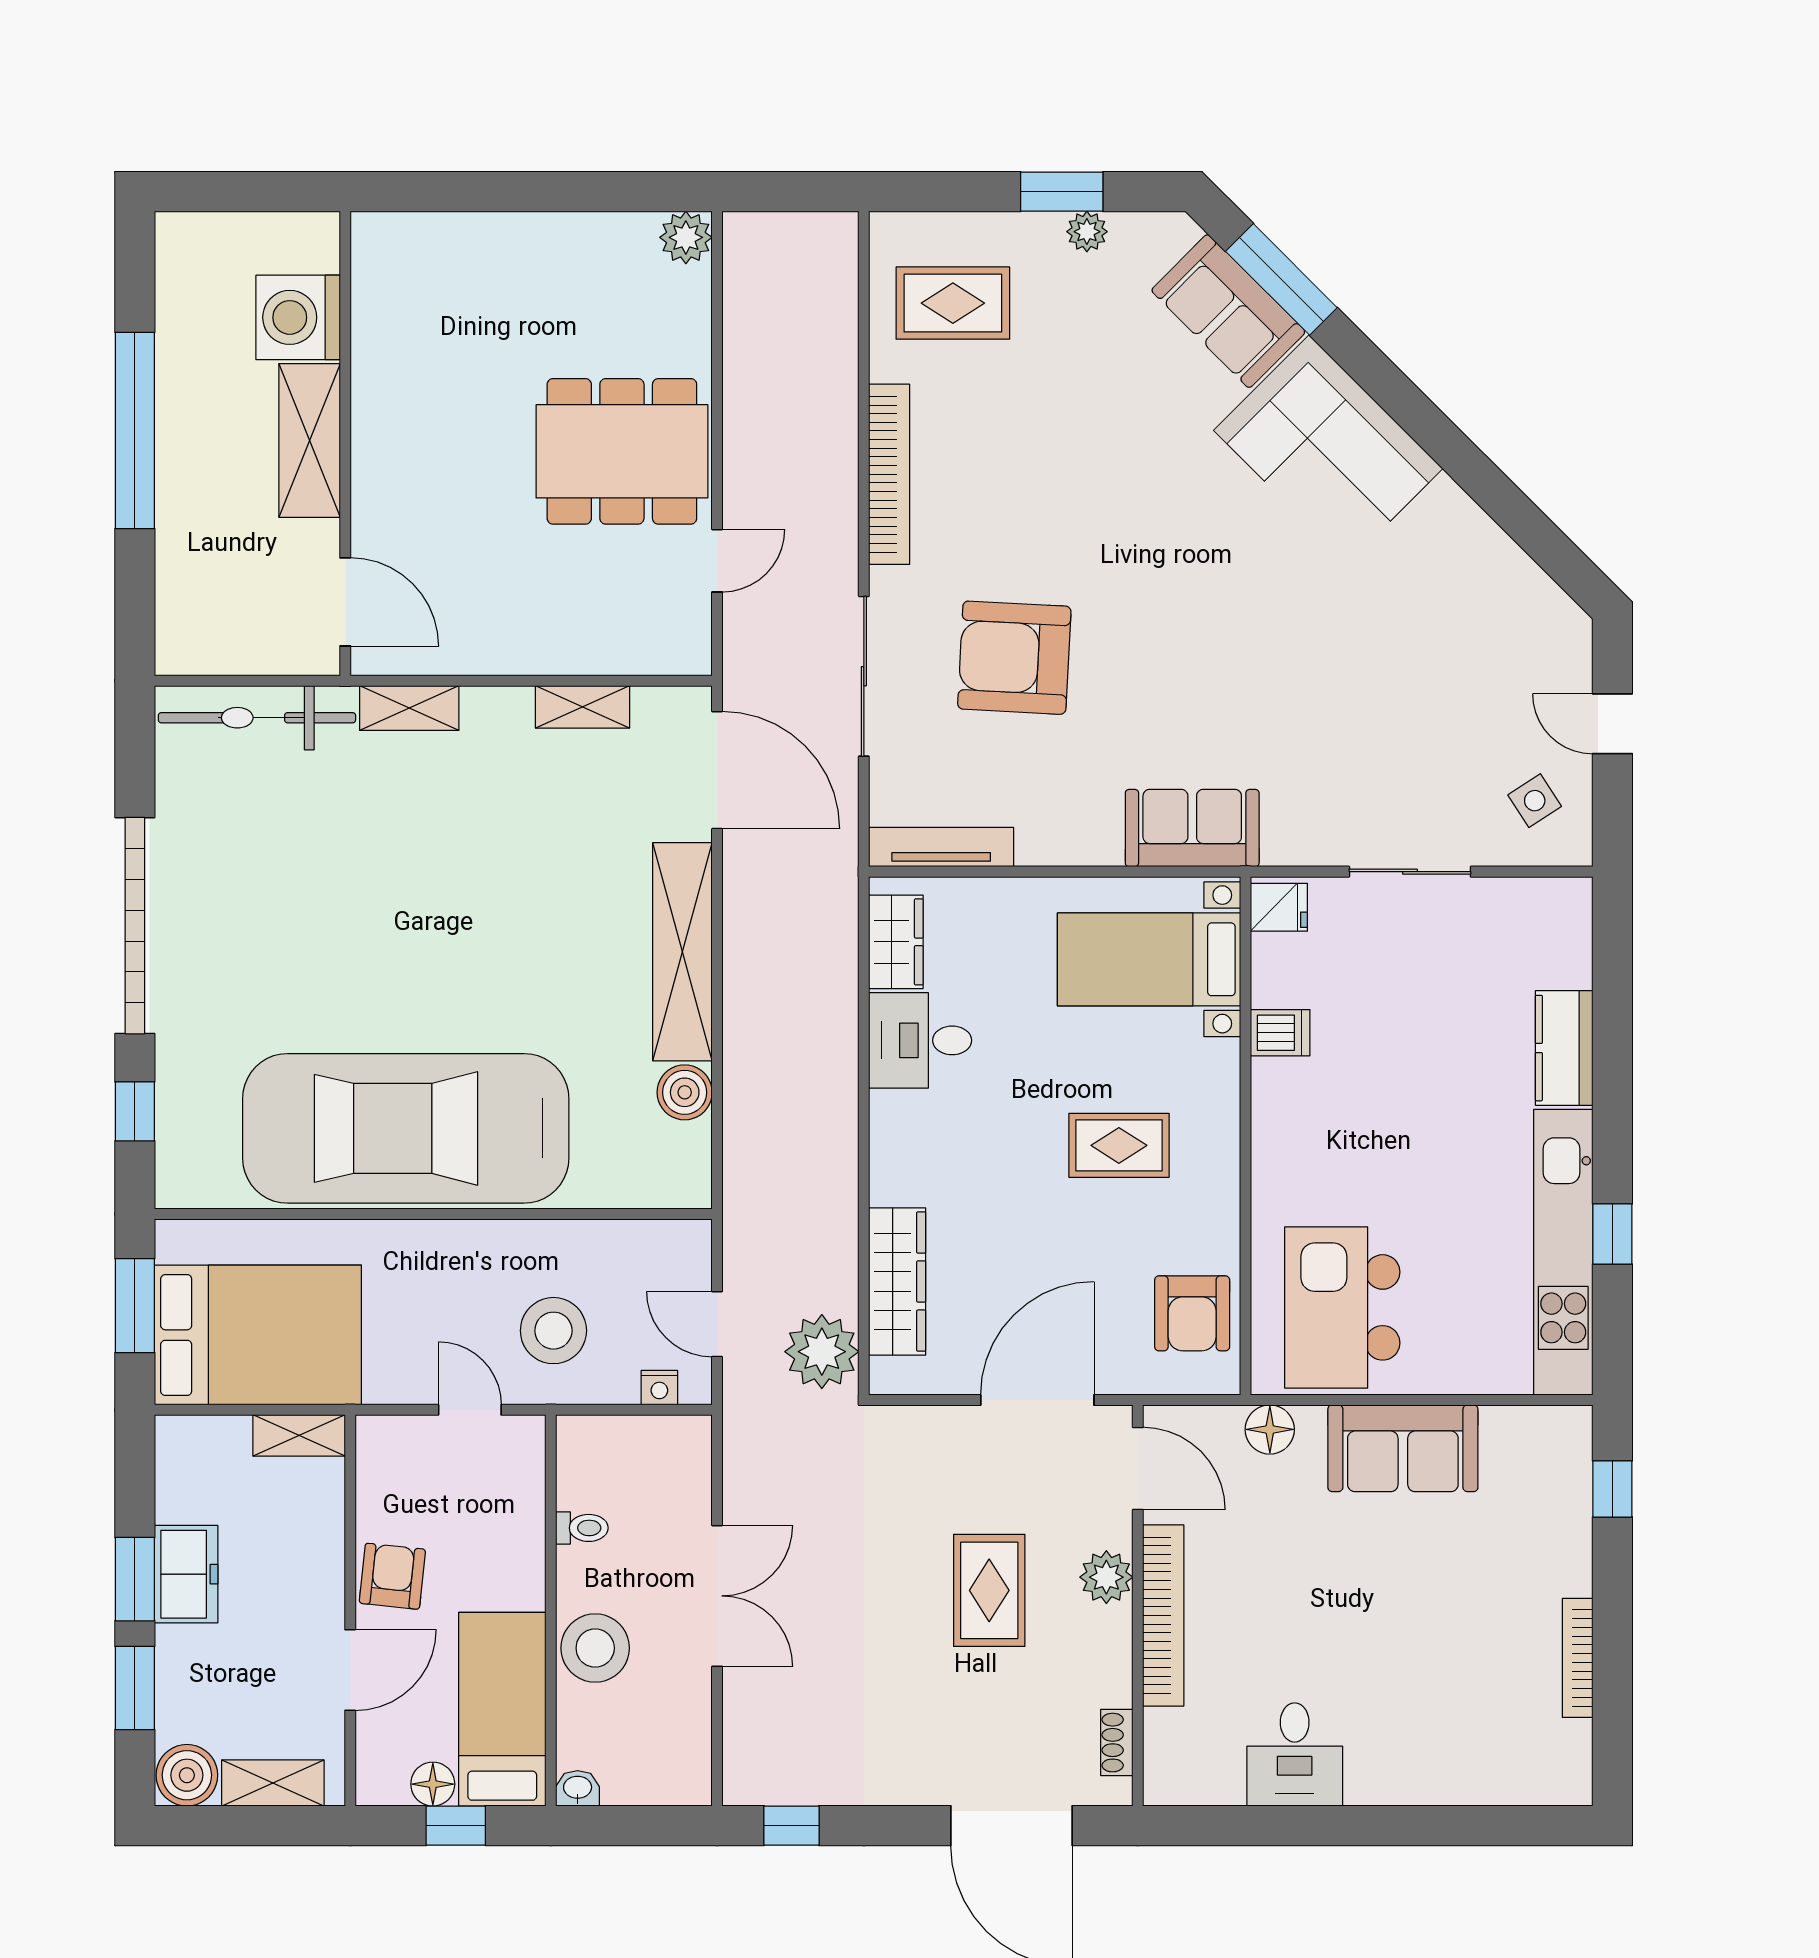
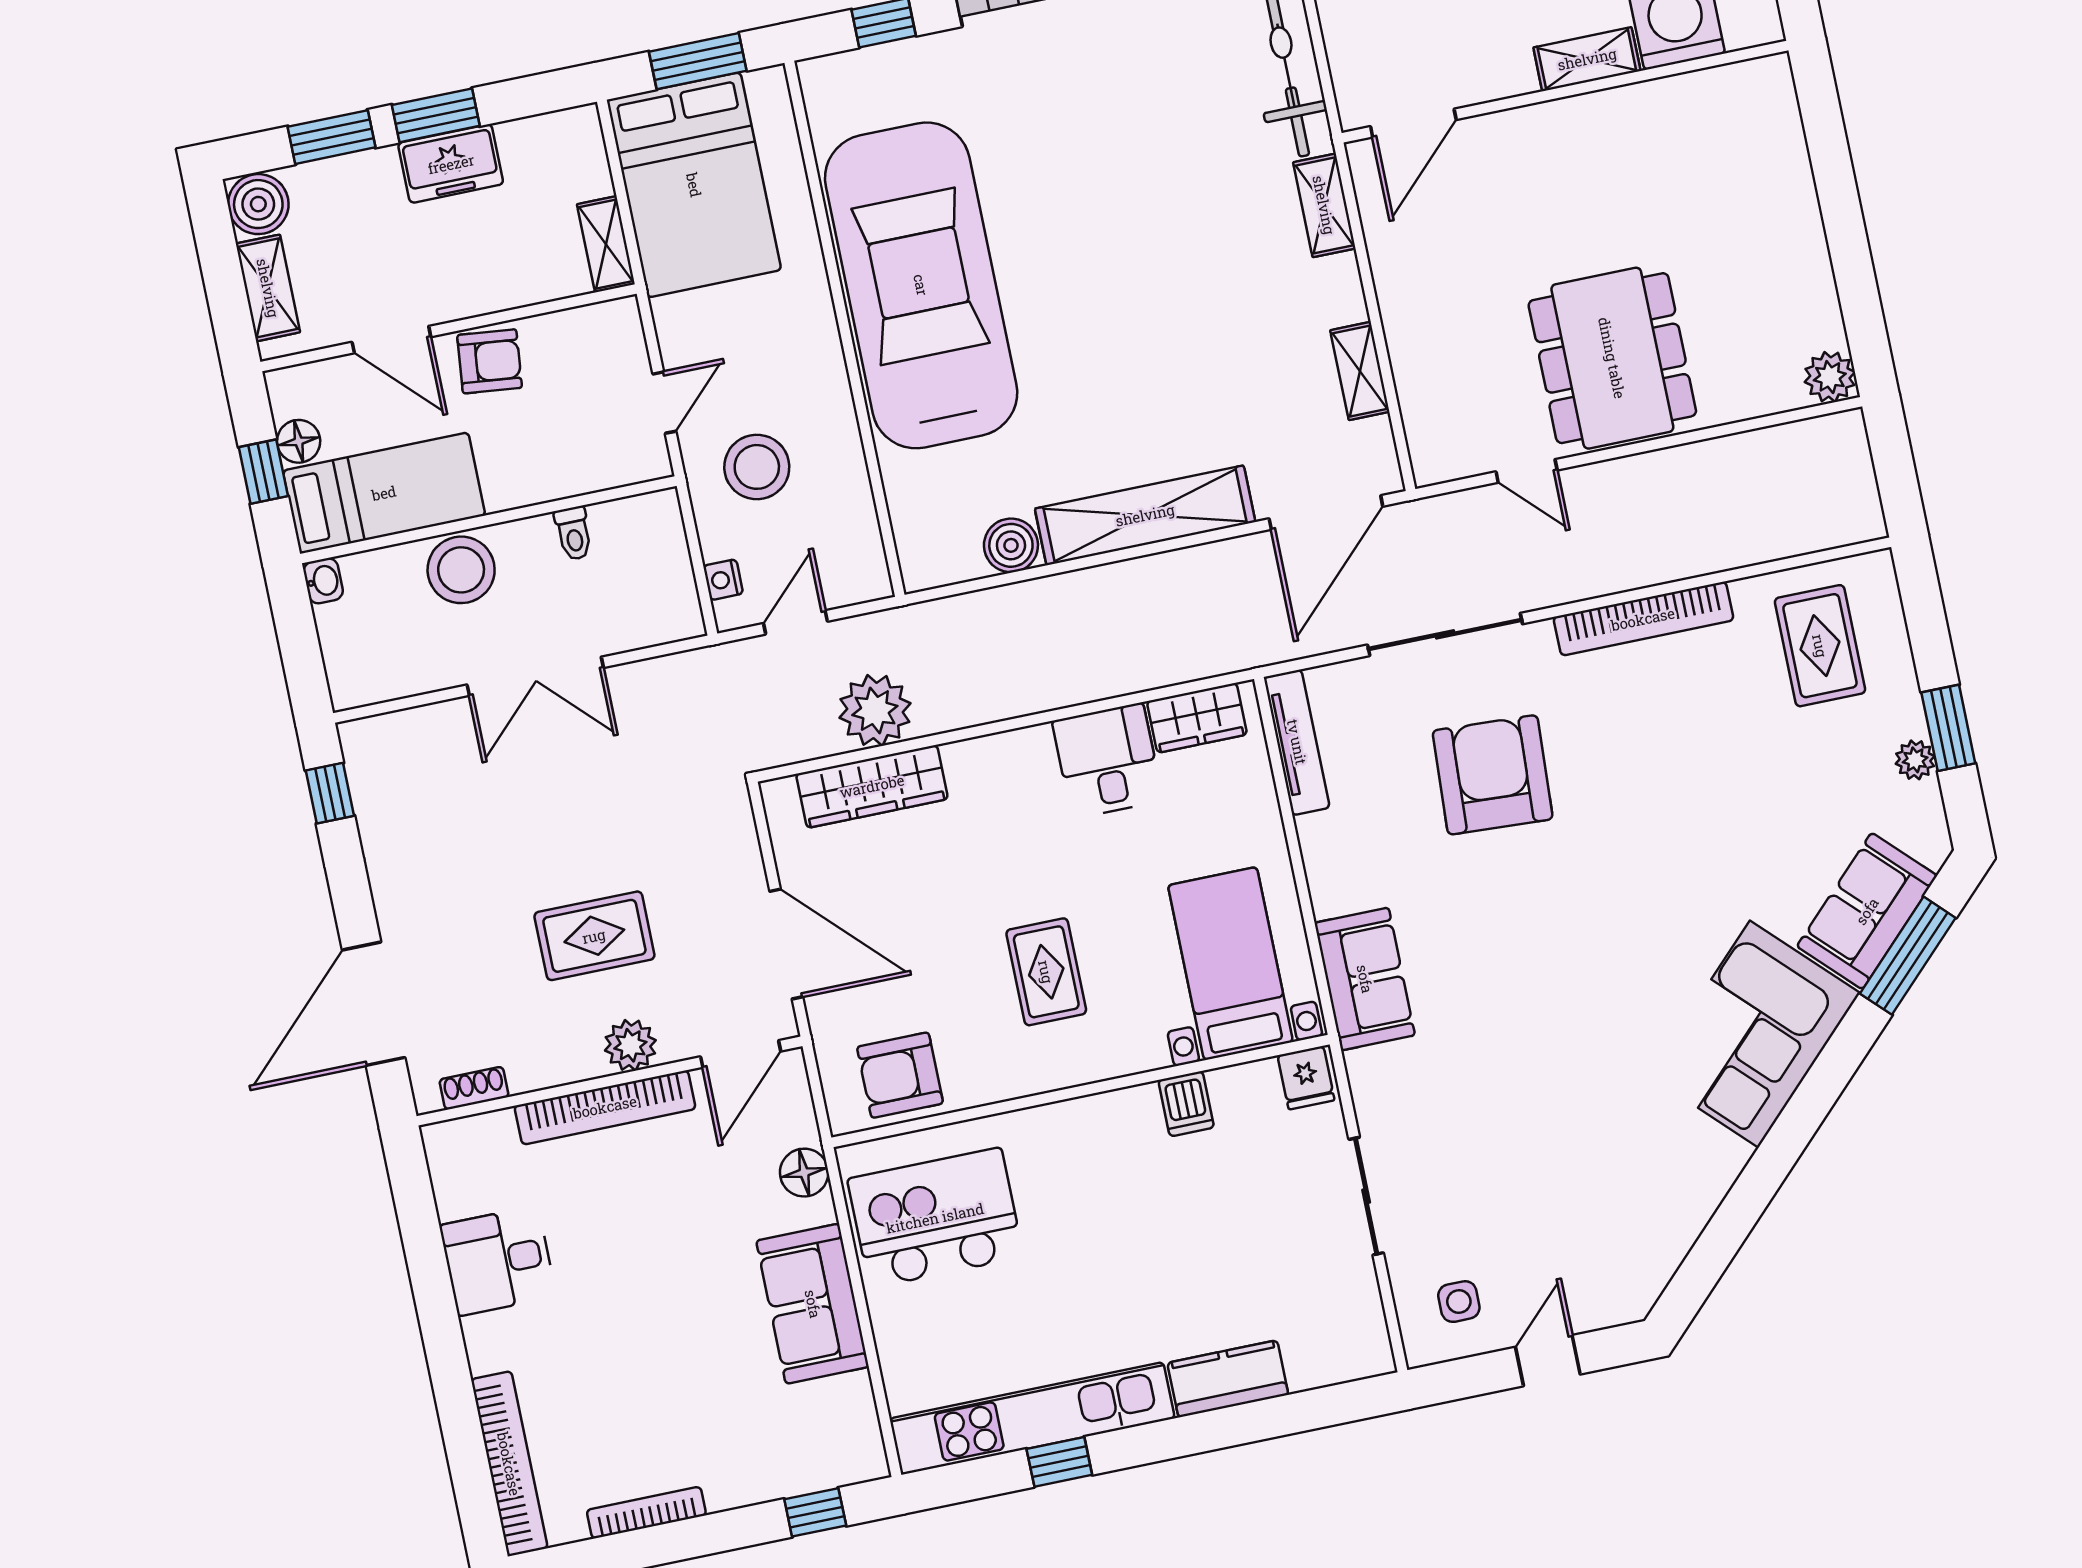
shelving: (310, 440) -> (1587, 59), width x0.67, depth x0.75
side table: (1535, 801) -> (1459, 1302), turned 33
plant: (822, 1352) -> (875, 710), moved
bookcase: (1500, 1785) -> (509, 1464), added

